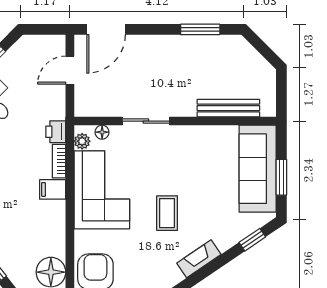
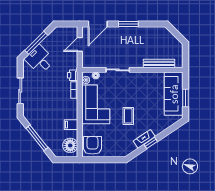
window: (200, 29) -> (128, 24), moved
filing cabinet: (53, 189) -> (71, 125), moved
window: (252, 240) -> (151, 143), moved

